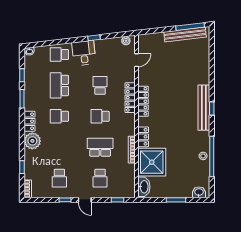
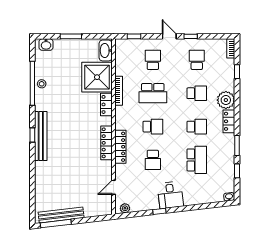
school desk: (59, 55) -> (197, 93), moved

